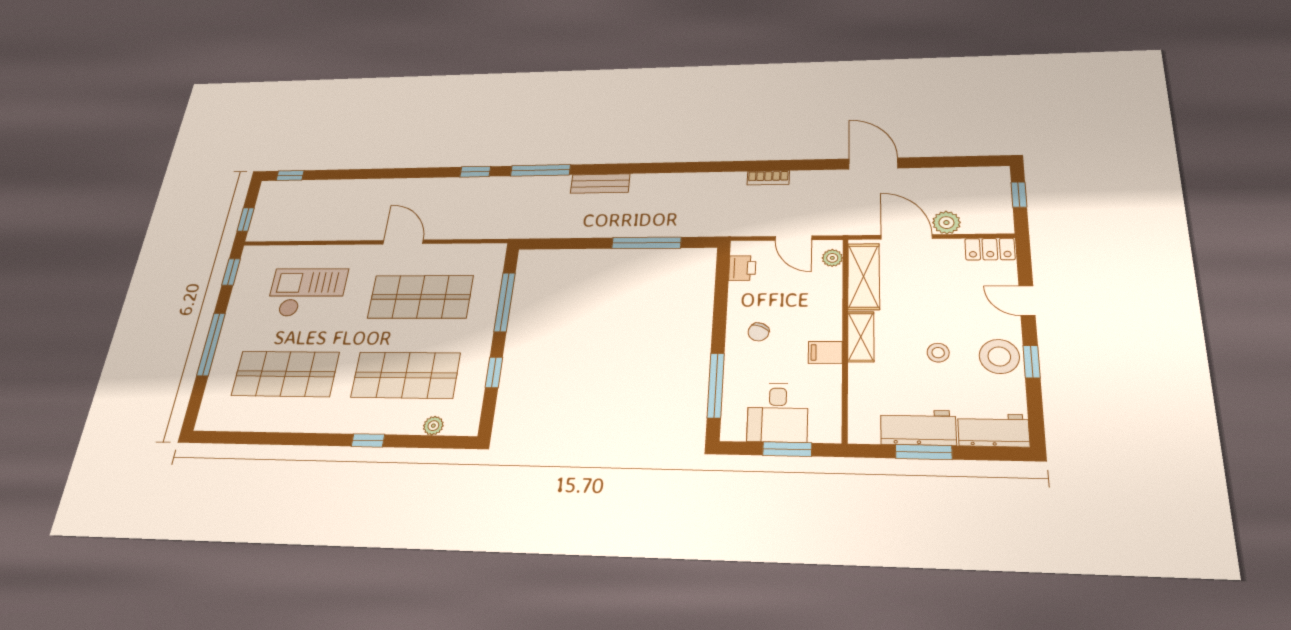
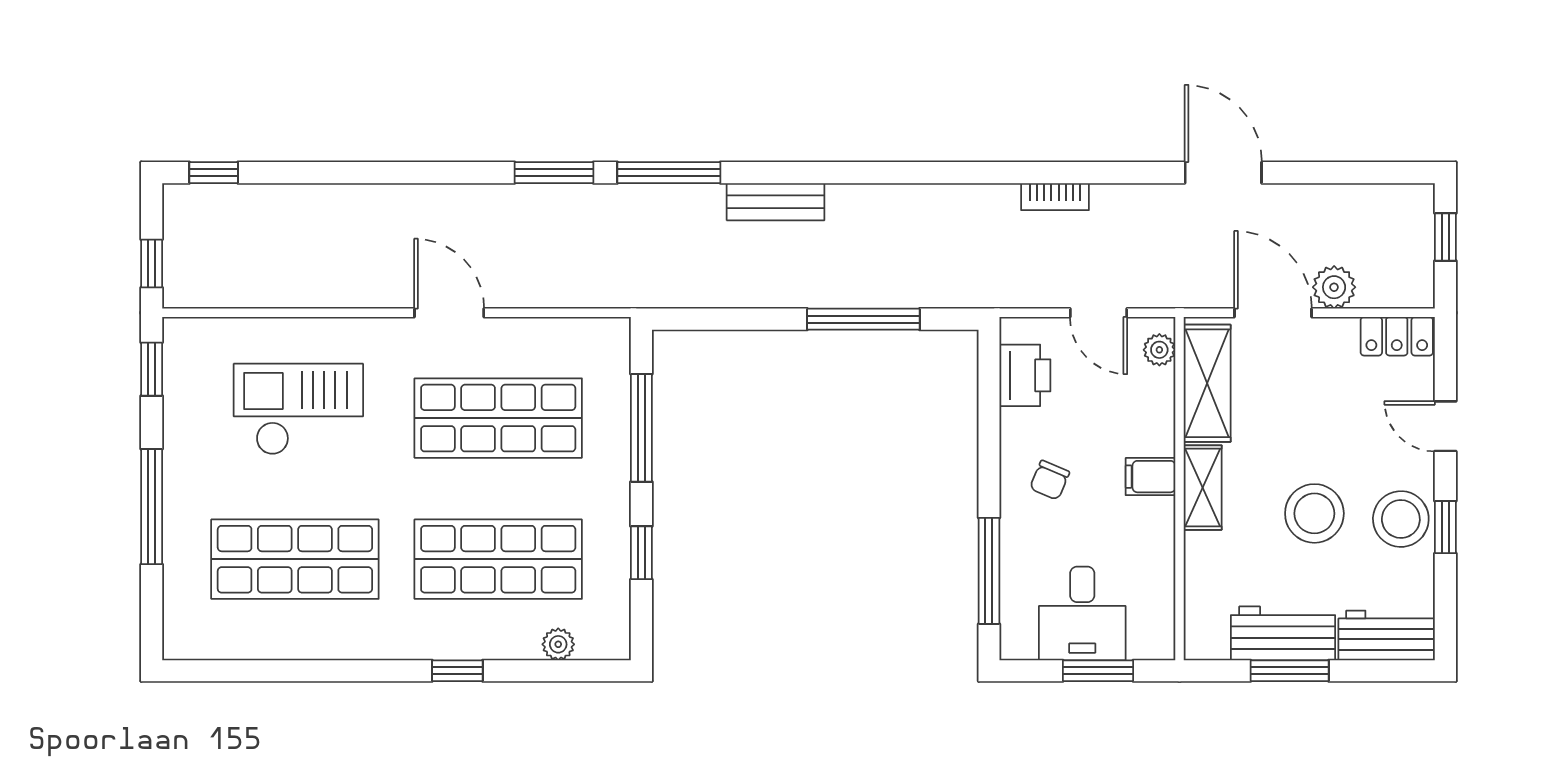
window: (475, 172) -> (554, 173), width x1.50
printer: (742, 268) -> (1025, 375), width x1.36, depth x1.24
filing cabinet: (825, 352) -> (1150, 477), moved
stool: (938, 353) -> (1314, 513), width x1.89, depth x1.89

